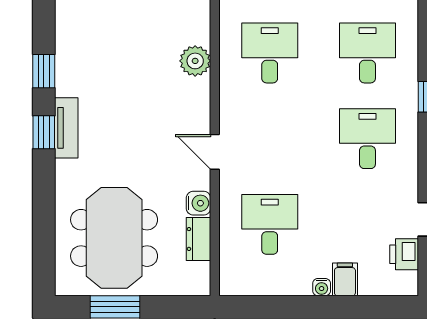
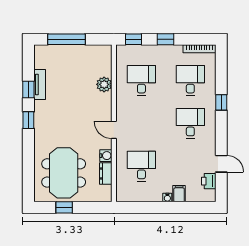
tv unit: (66, 128) -> (40, 84), moved
window: (115, 307) -> (64, 207), width x0.67

